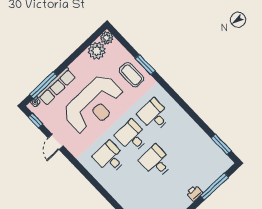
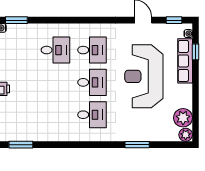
coffee table: (131, 75) -> (139, 127), removed
window: (43, 85) -> (196, 52), width x0.46
desk: (156, 162) -> (55, 50), moved

